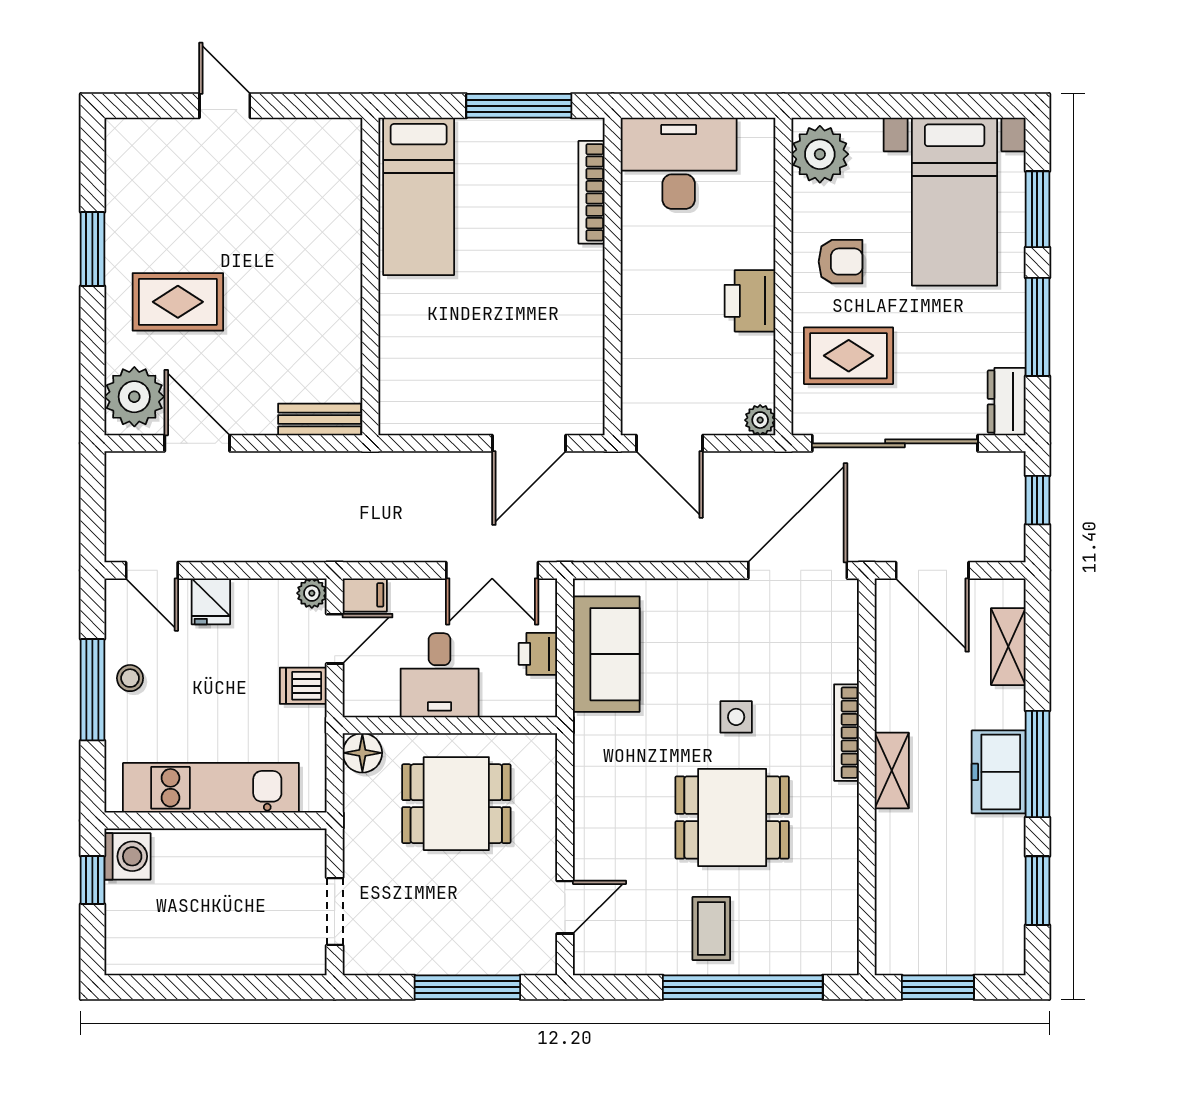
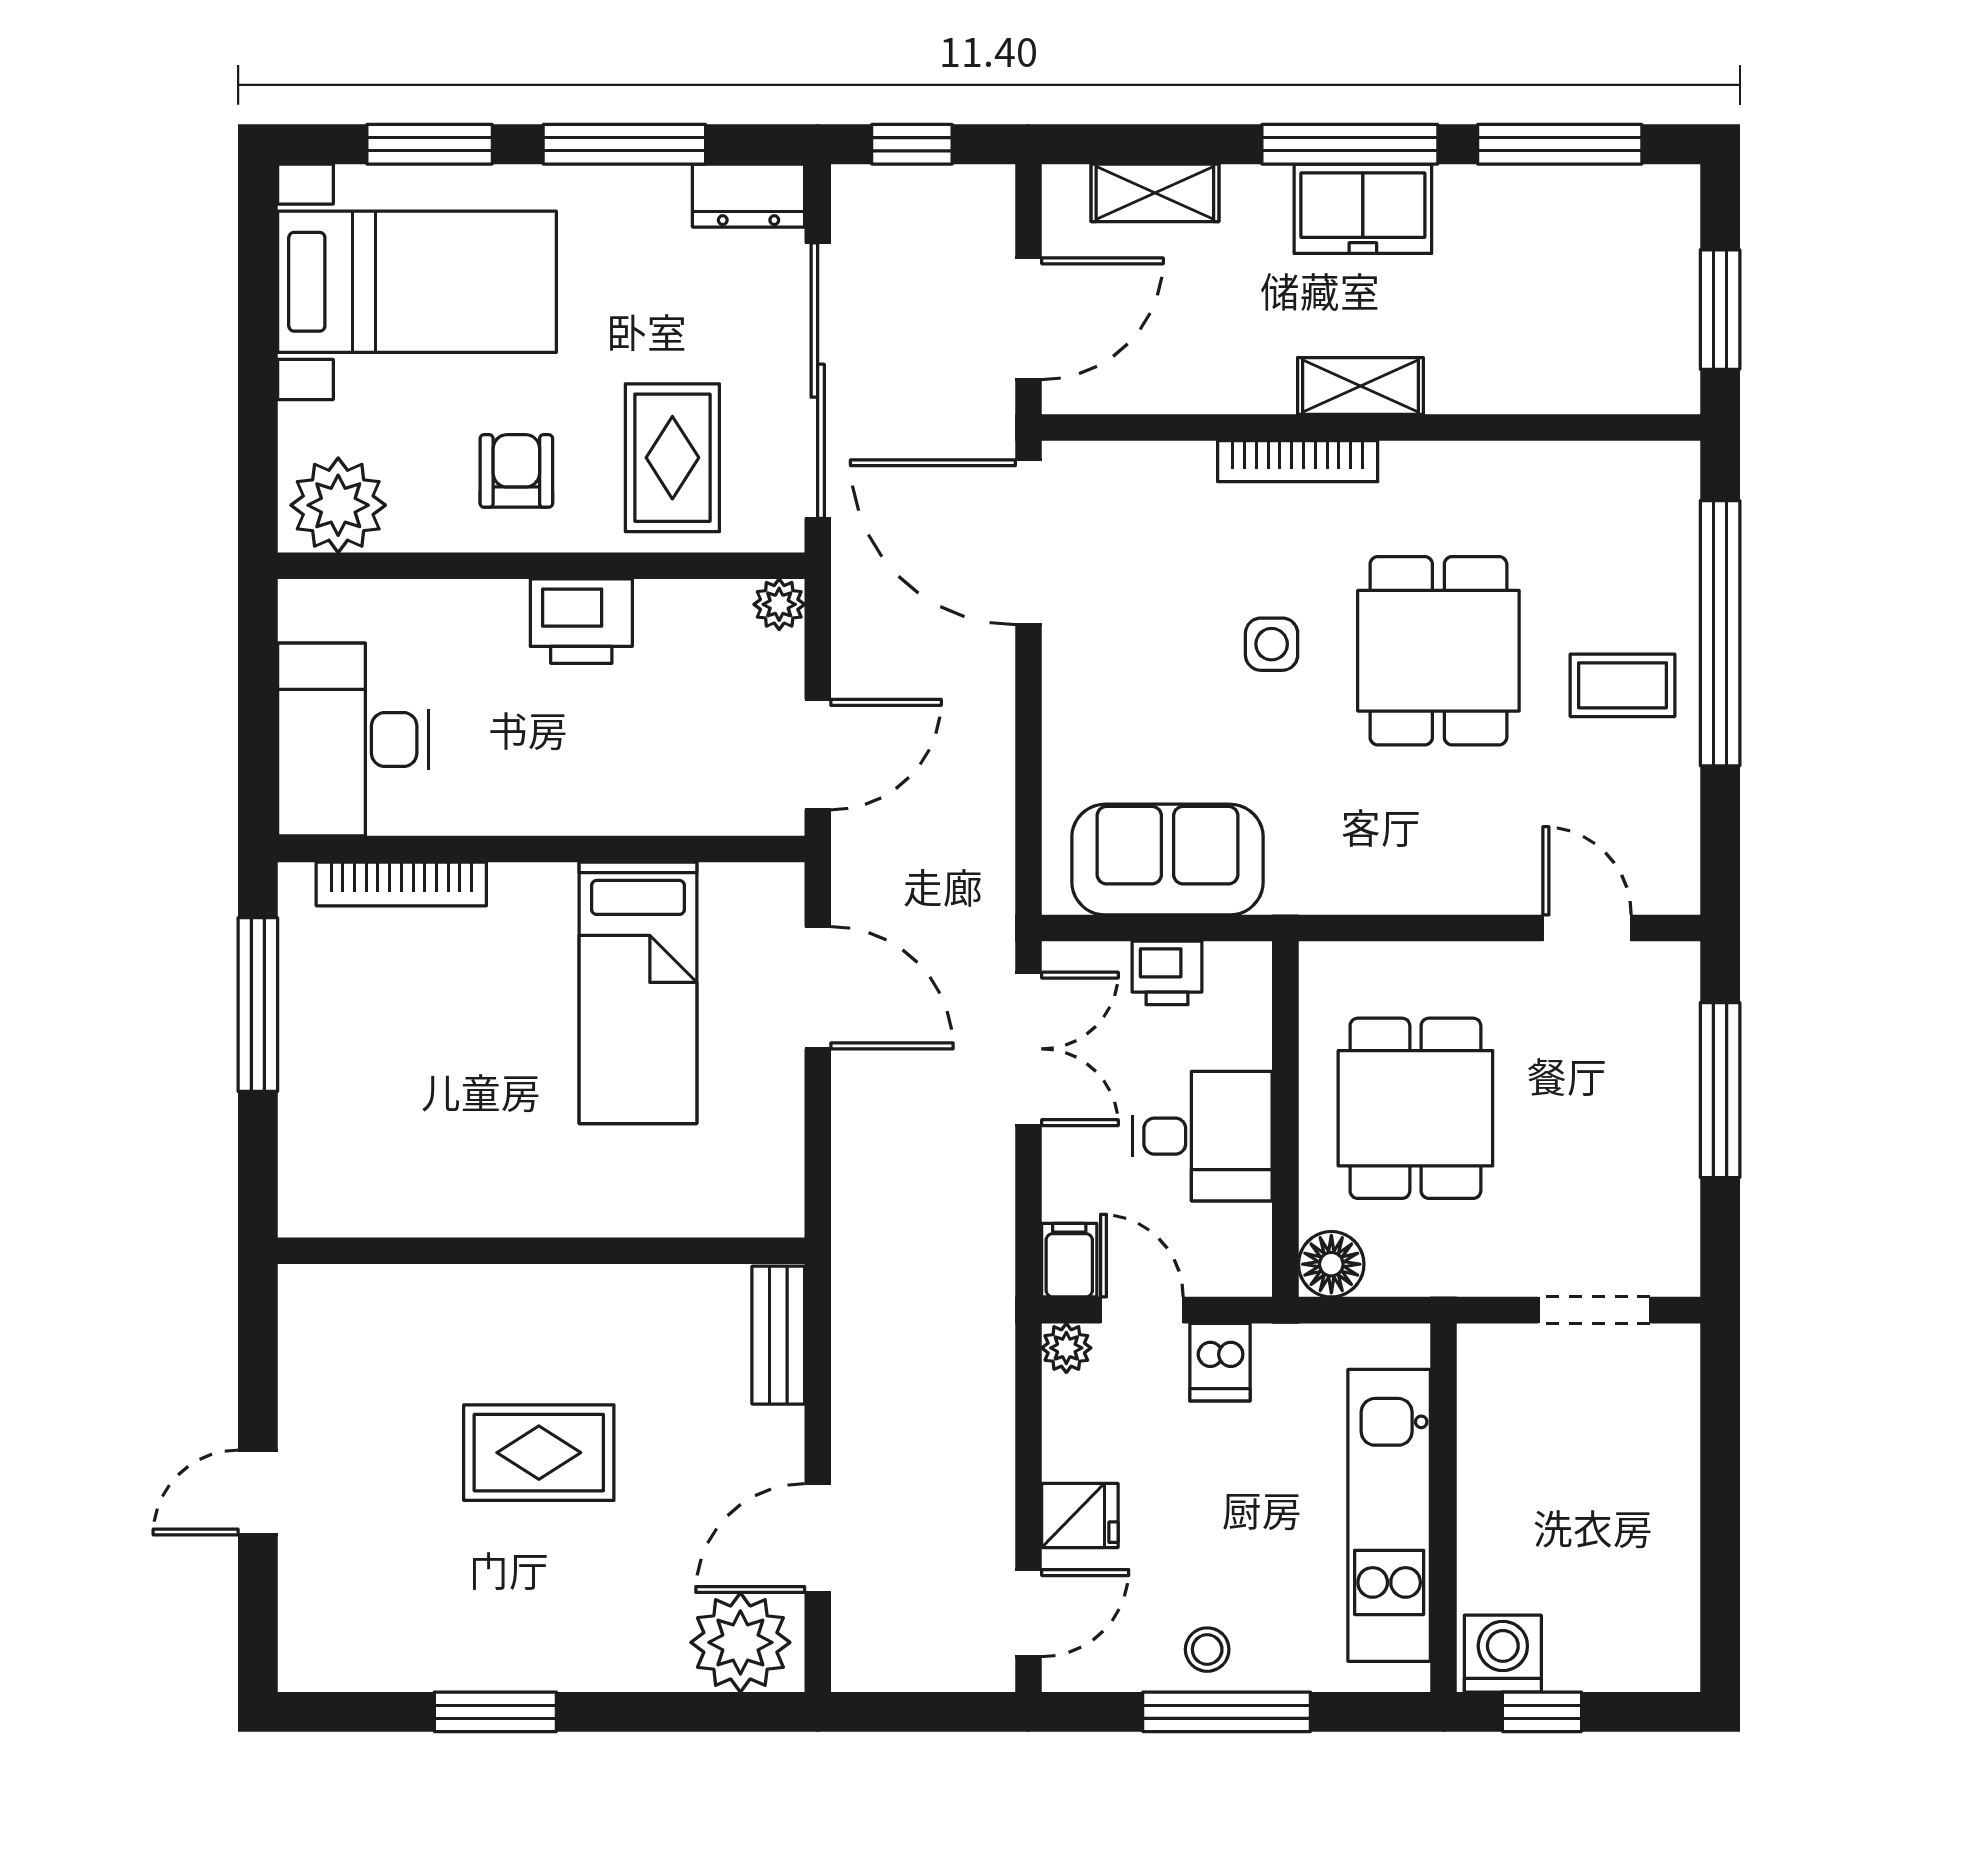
bed: (419, 196) -> (638, 993), moved, turned 90
rug: (178, 302) -> (539, 1453), moved, turned 90
window: (1037, 891) -> (1560, 144), width x1.44

